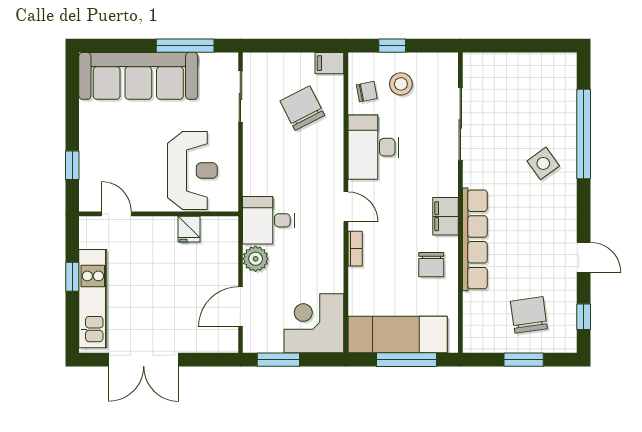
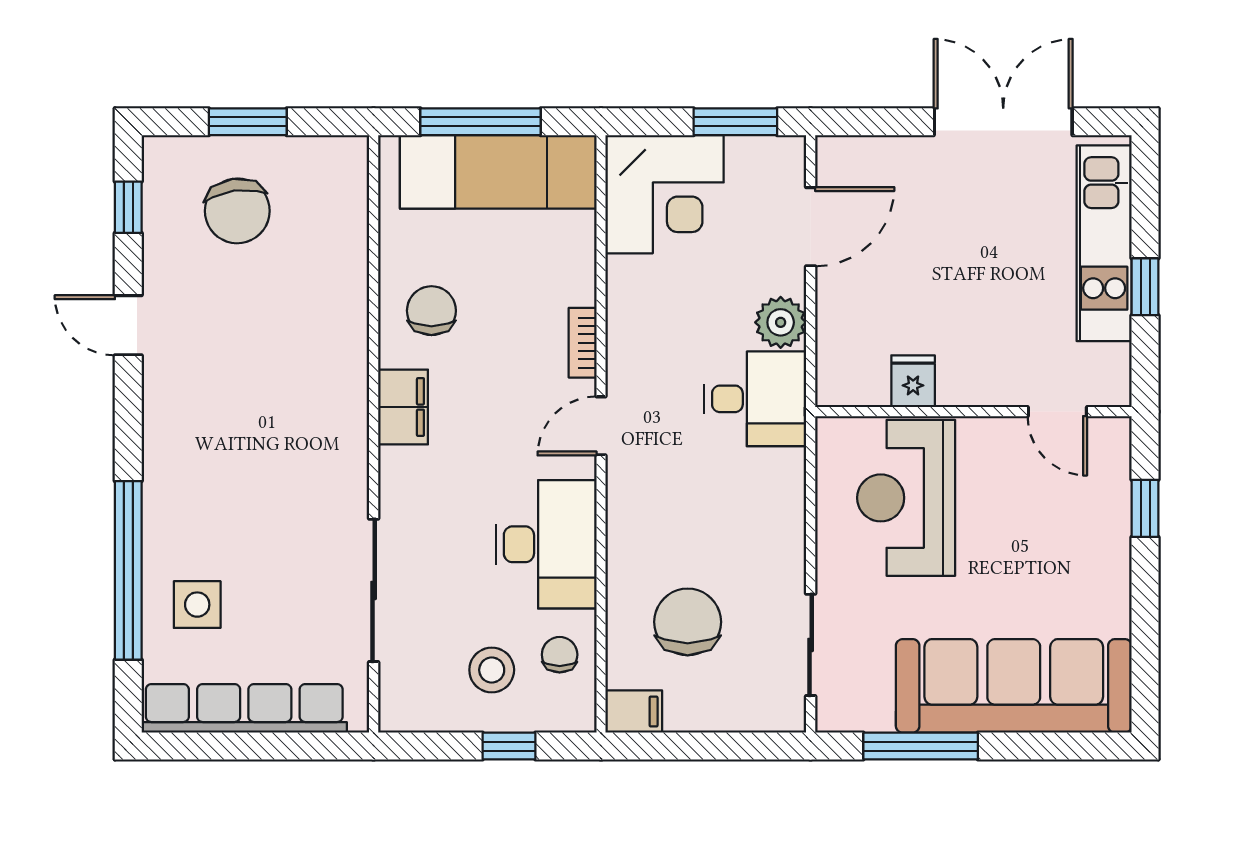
chair: (367, 92) -> (560, 655), turned 101
chair: (302, 108) -> (688, 622), turned -153
side table: (543, 163) -> (197, 605), moved, turned 36
door: (346, 207) -> (601, 426), hinge flipped
row of seats: (475, 239) -> (244, 708), moved, turned 90

